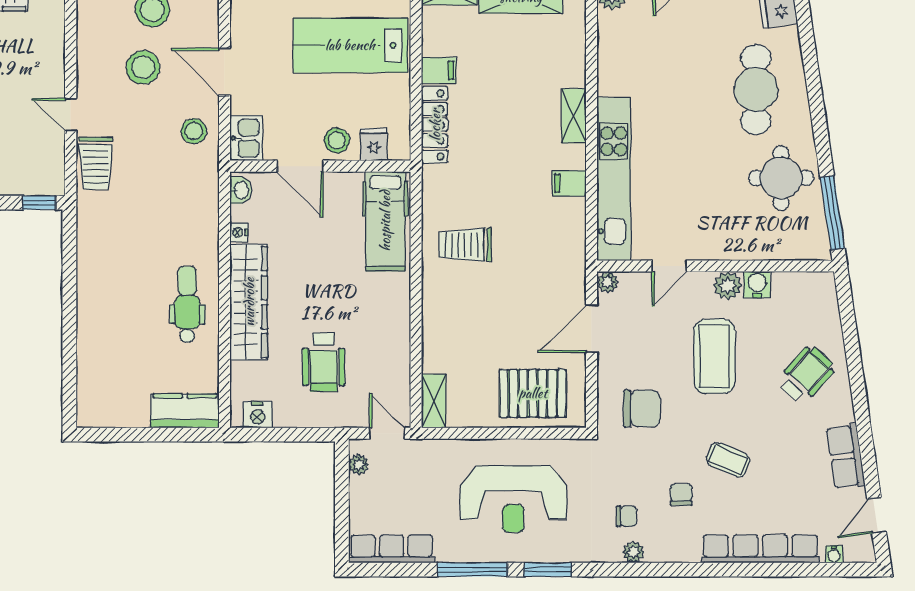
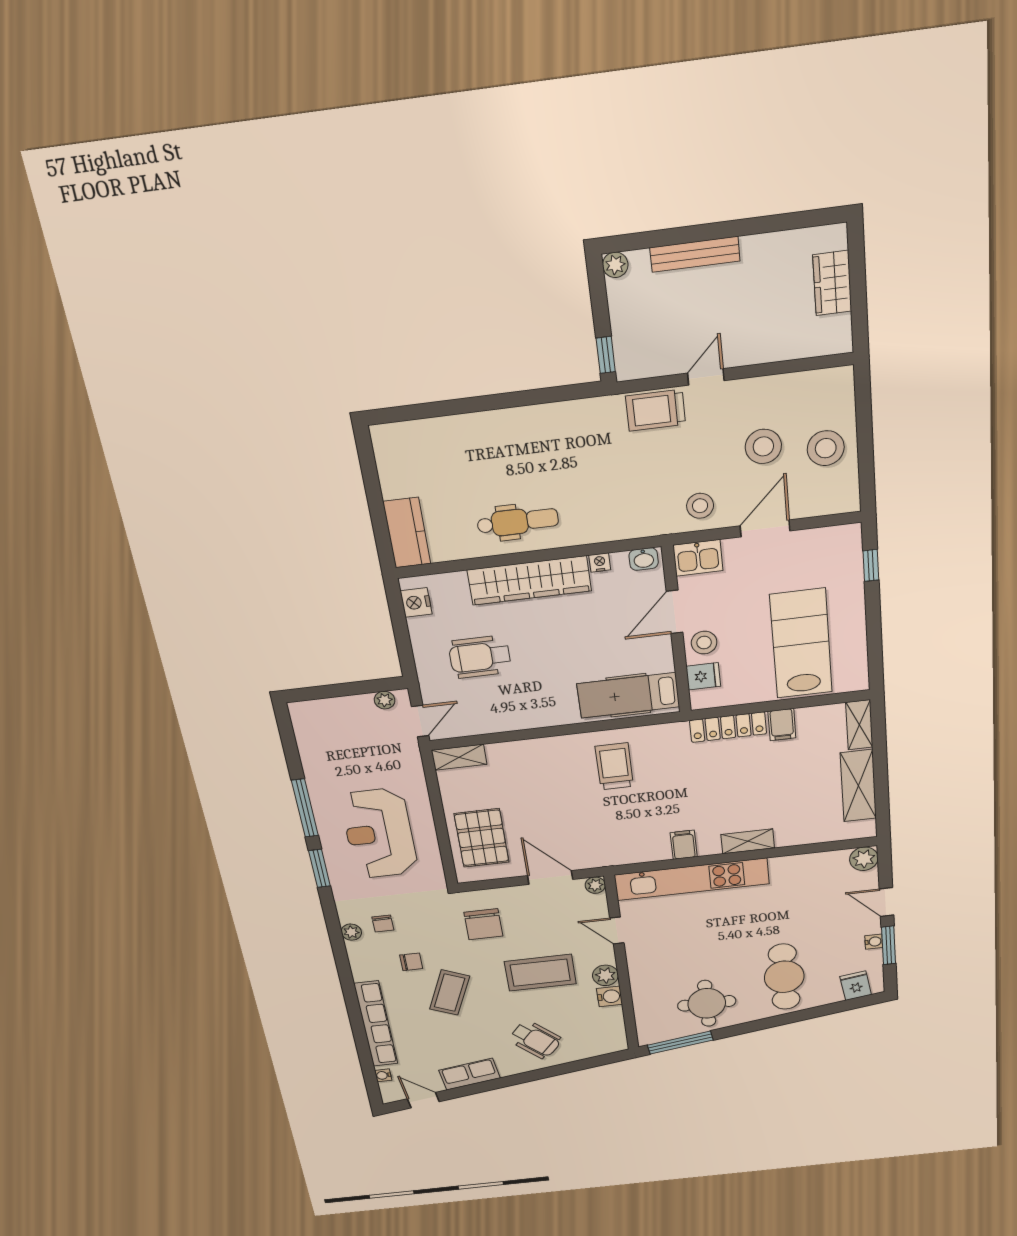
cafe table: (756, 90) -> (784, 977), turned 90
coffee table: (728, 460) -> (450, 993), width x1.36, depth x1.30
row of seats: (392, 549) -> (309, 738), removed

